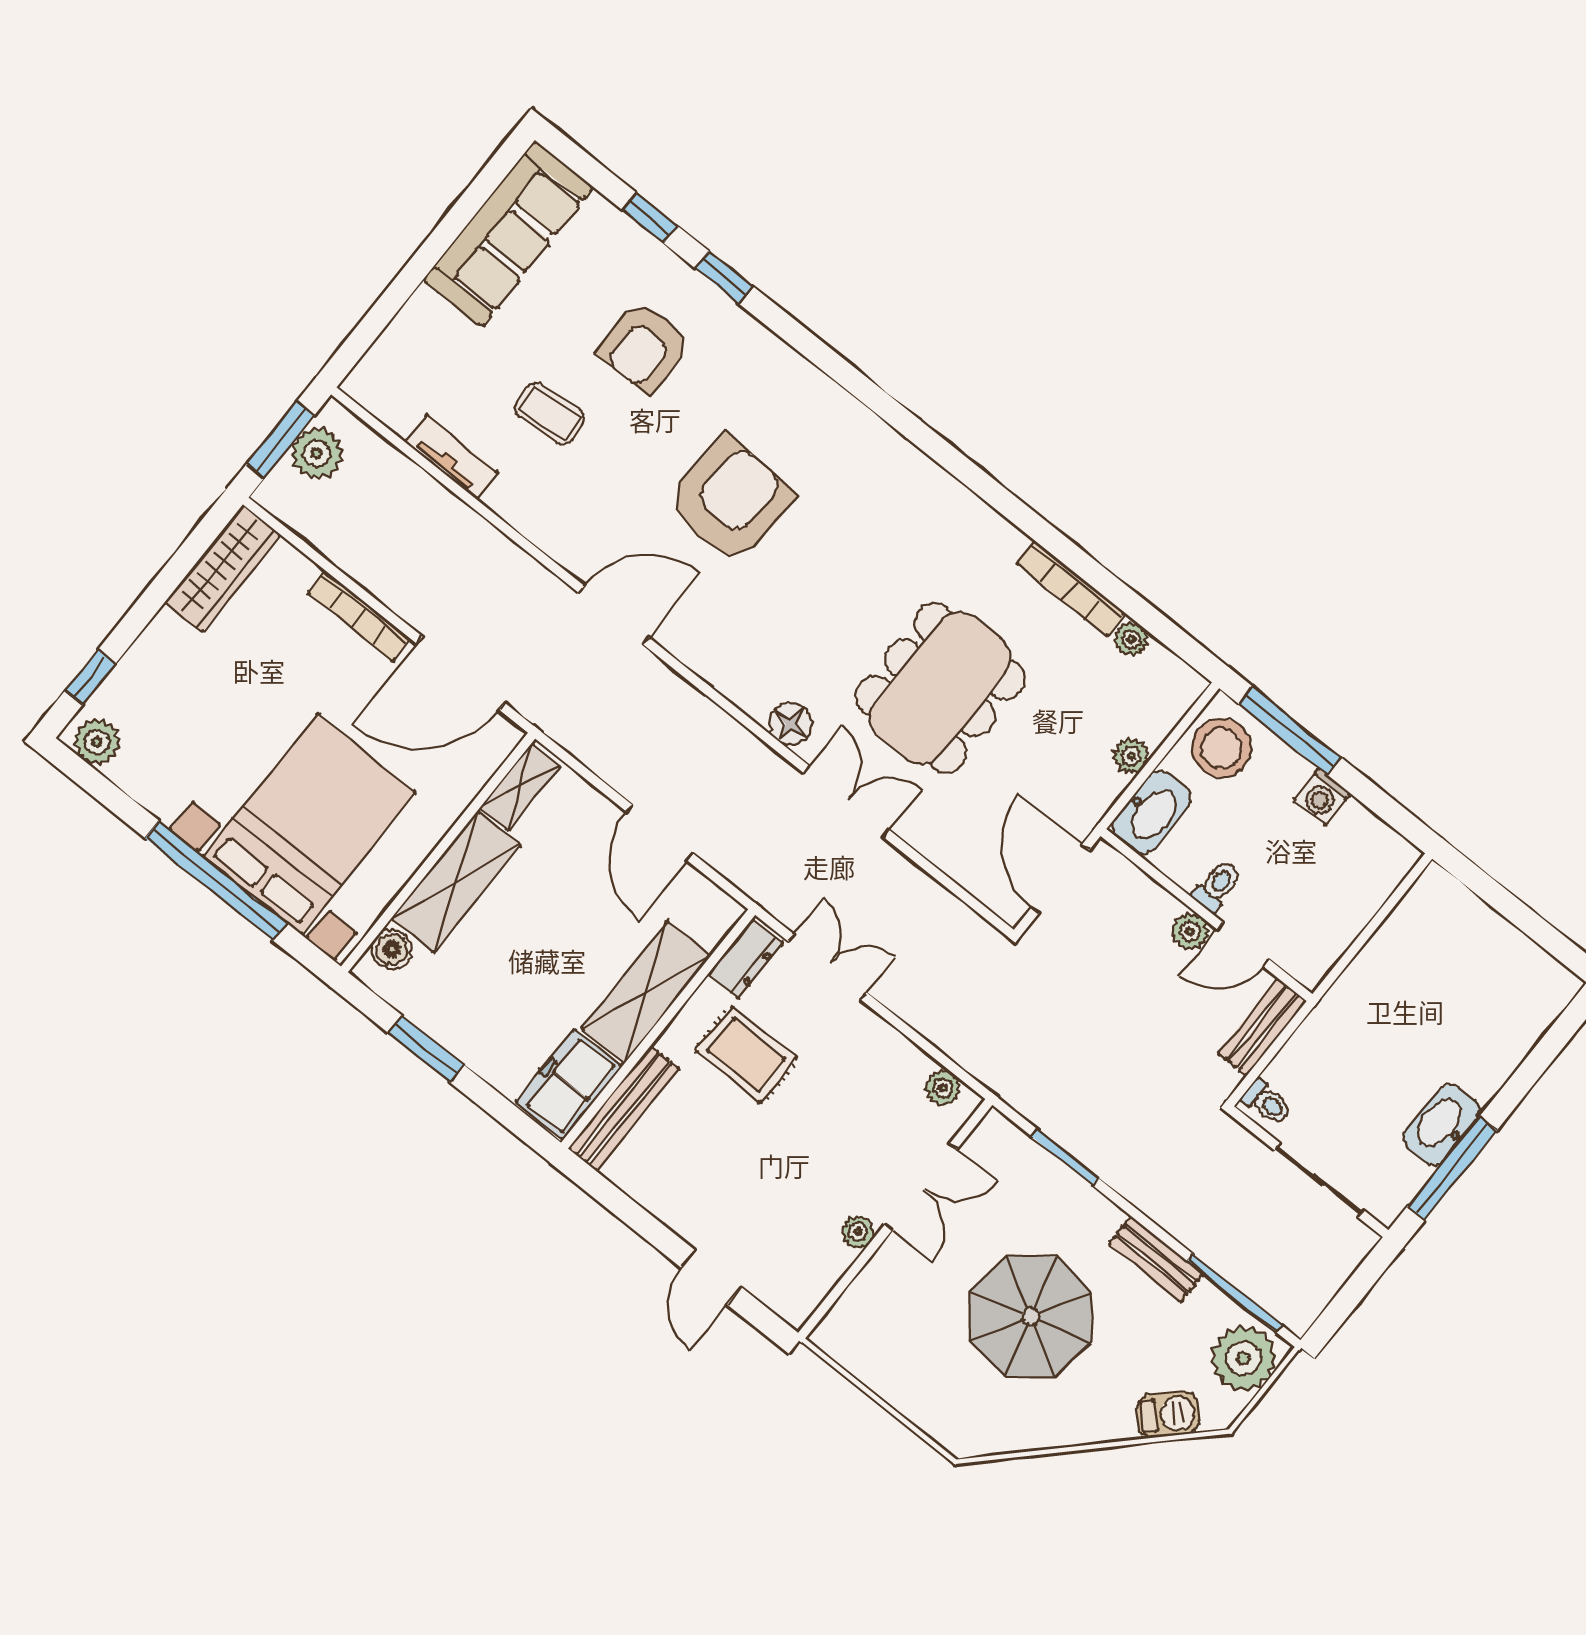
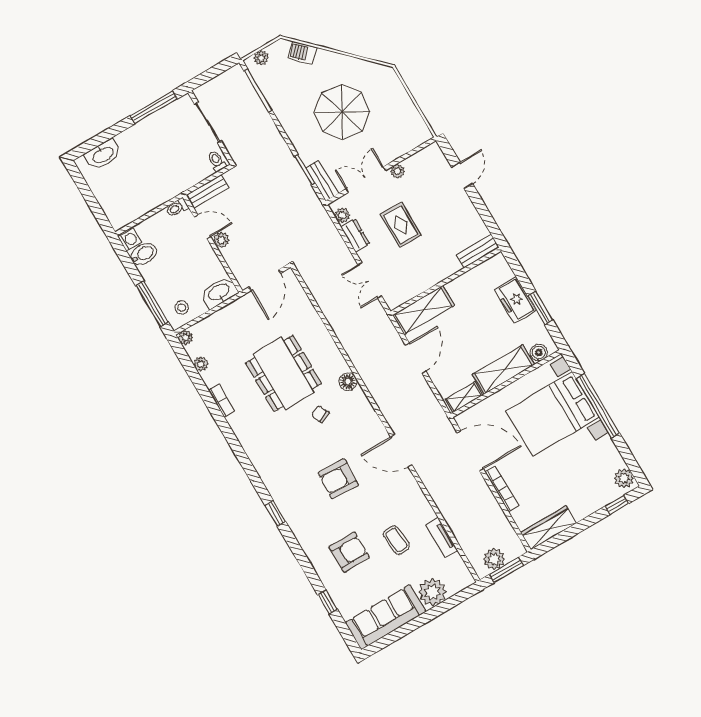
window: (724, 277) -> (275, 514), moved
plant: (426, 328) -> (432, 592), added
armchair: (730, 500) -> (338, 479), width x0.73, depth x0.73
bookcase: (1071, 589) -> (222, 400), width x0.64
chair: (824, 628) -> (320, 414), added
dining table: (940, 688) -> (284, 373), turned 90
stool: (1222, 748) -> (182, 308), width x0.53, depth x0.53
plant: (1131, 756) -> (186, 337), moved
washing machine: (1322, 797) -> (130, 240), moved
double door: (846, 802) -> (338, 343), removed
bidet: (1351, 835) -> (144, 254), added
toilet: (1217, 886) -> (177, 208), moved
dresser: (745, 959) -> (355, 235), moved, turned 90
shelving: (646, 992) -> (423, 310), moved
rug: (746, 1055) -> (401, 225), moved
freezer: (569, 1084) -> (515, 300), moved, turned 90
bench: (624, 1108) -> (478, 251), width x0.73
washbasin: (1442, 1125) -> (103, 155), moved
bench: (1156, 1259) -> (322, 181), moved
plant: (1243, 1359) -> (261, 58), width x0.53, depth x0.53

